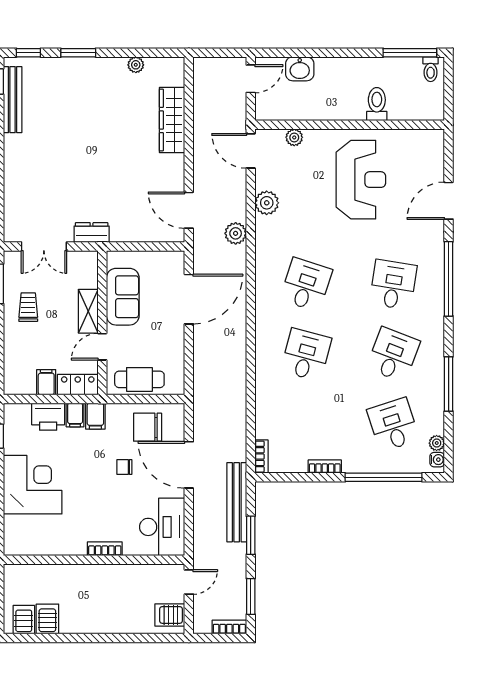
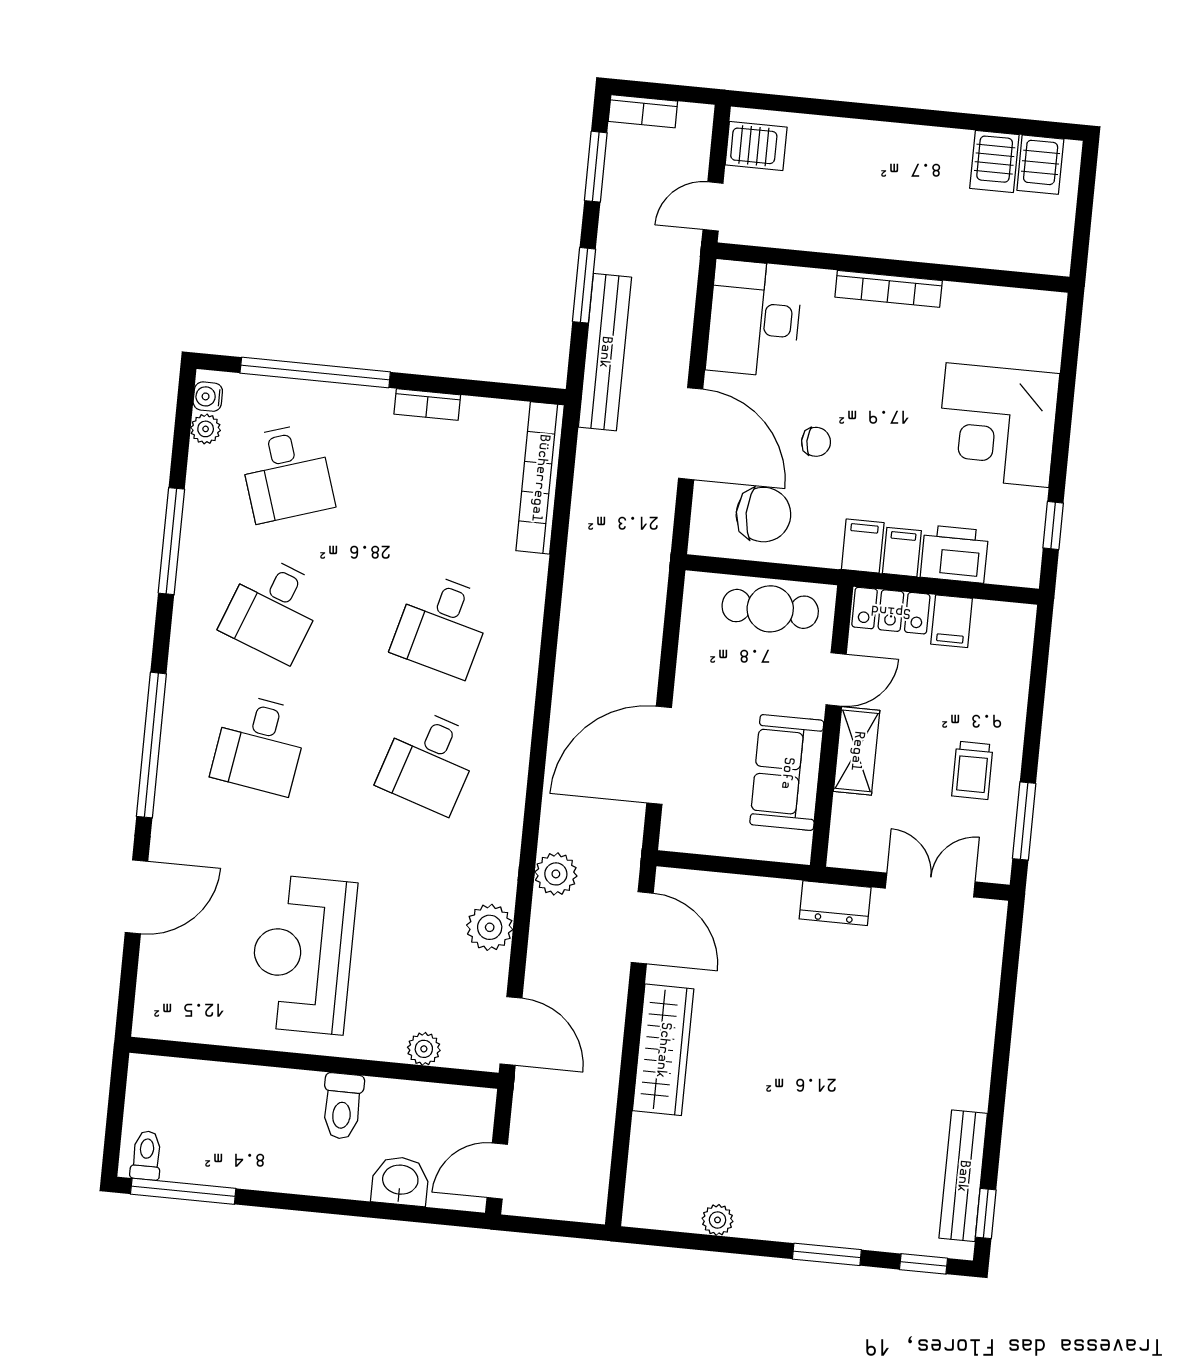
toilet: (377, 104) -> (342, 1106), moved
wardrobe: (172, 120) -> (663, 1050), moved
bookcase: (261, 457) -> (540, 478), width x2.31, depth x1.31
bookcase: (105, 549) -> (889, 289), width x1.56

